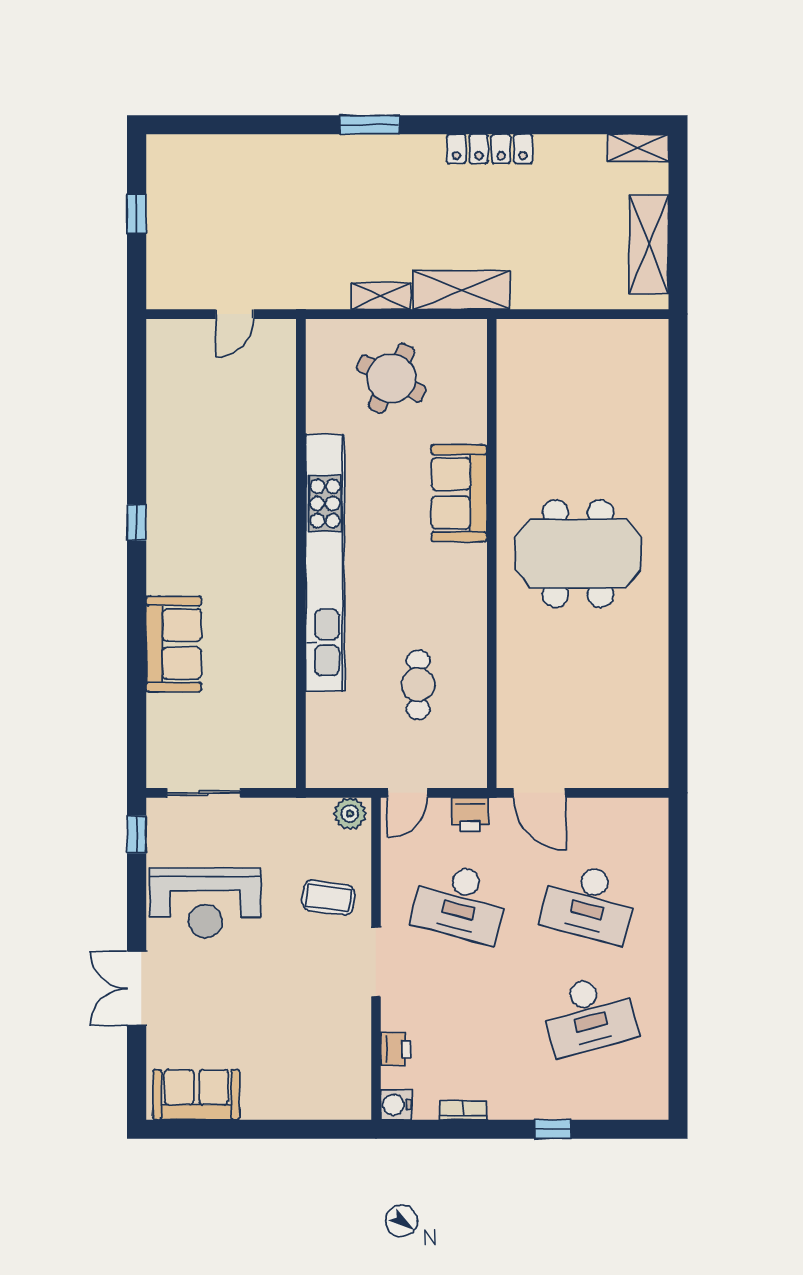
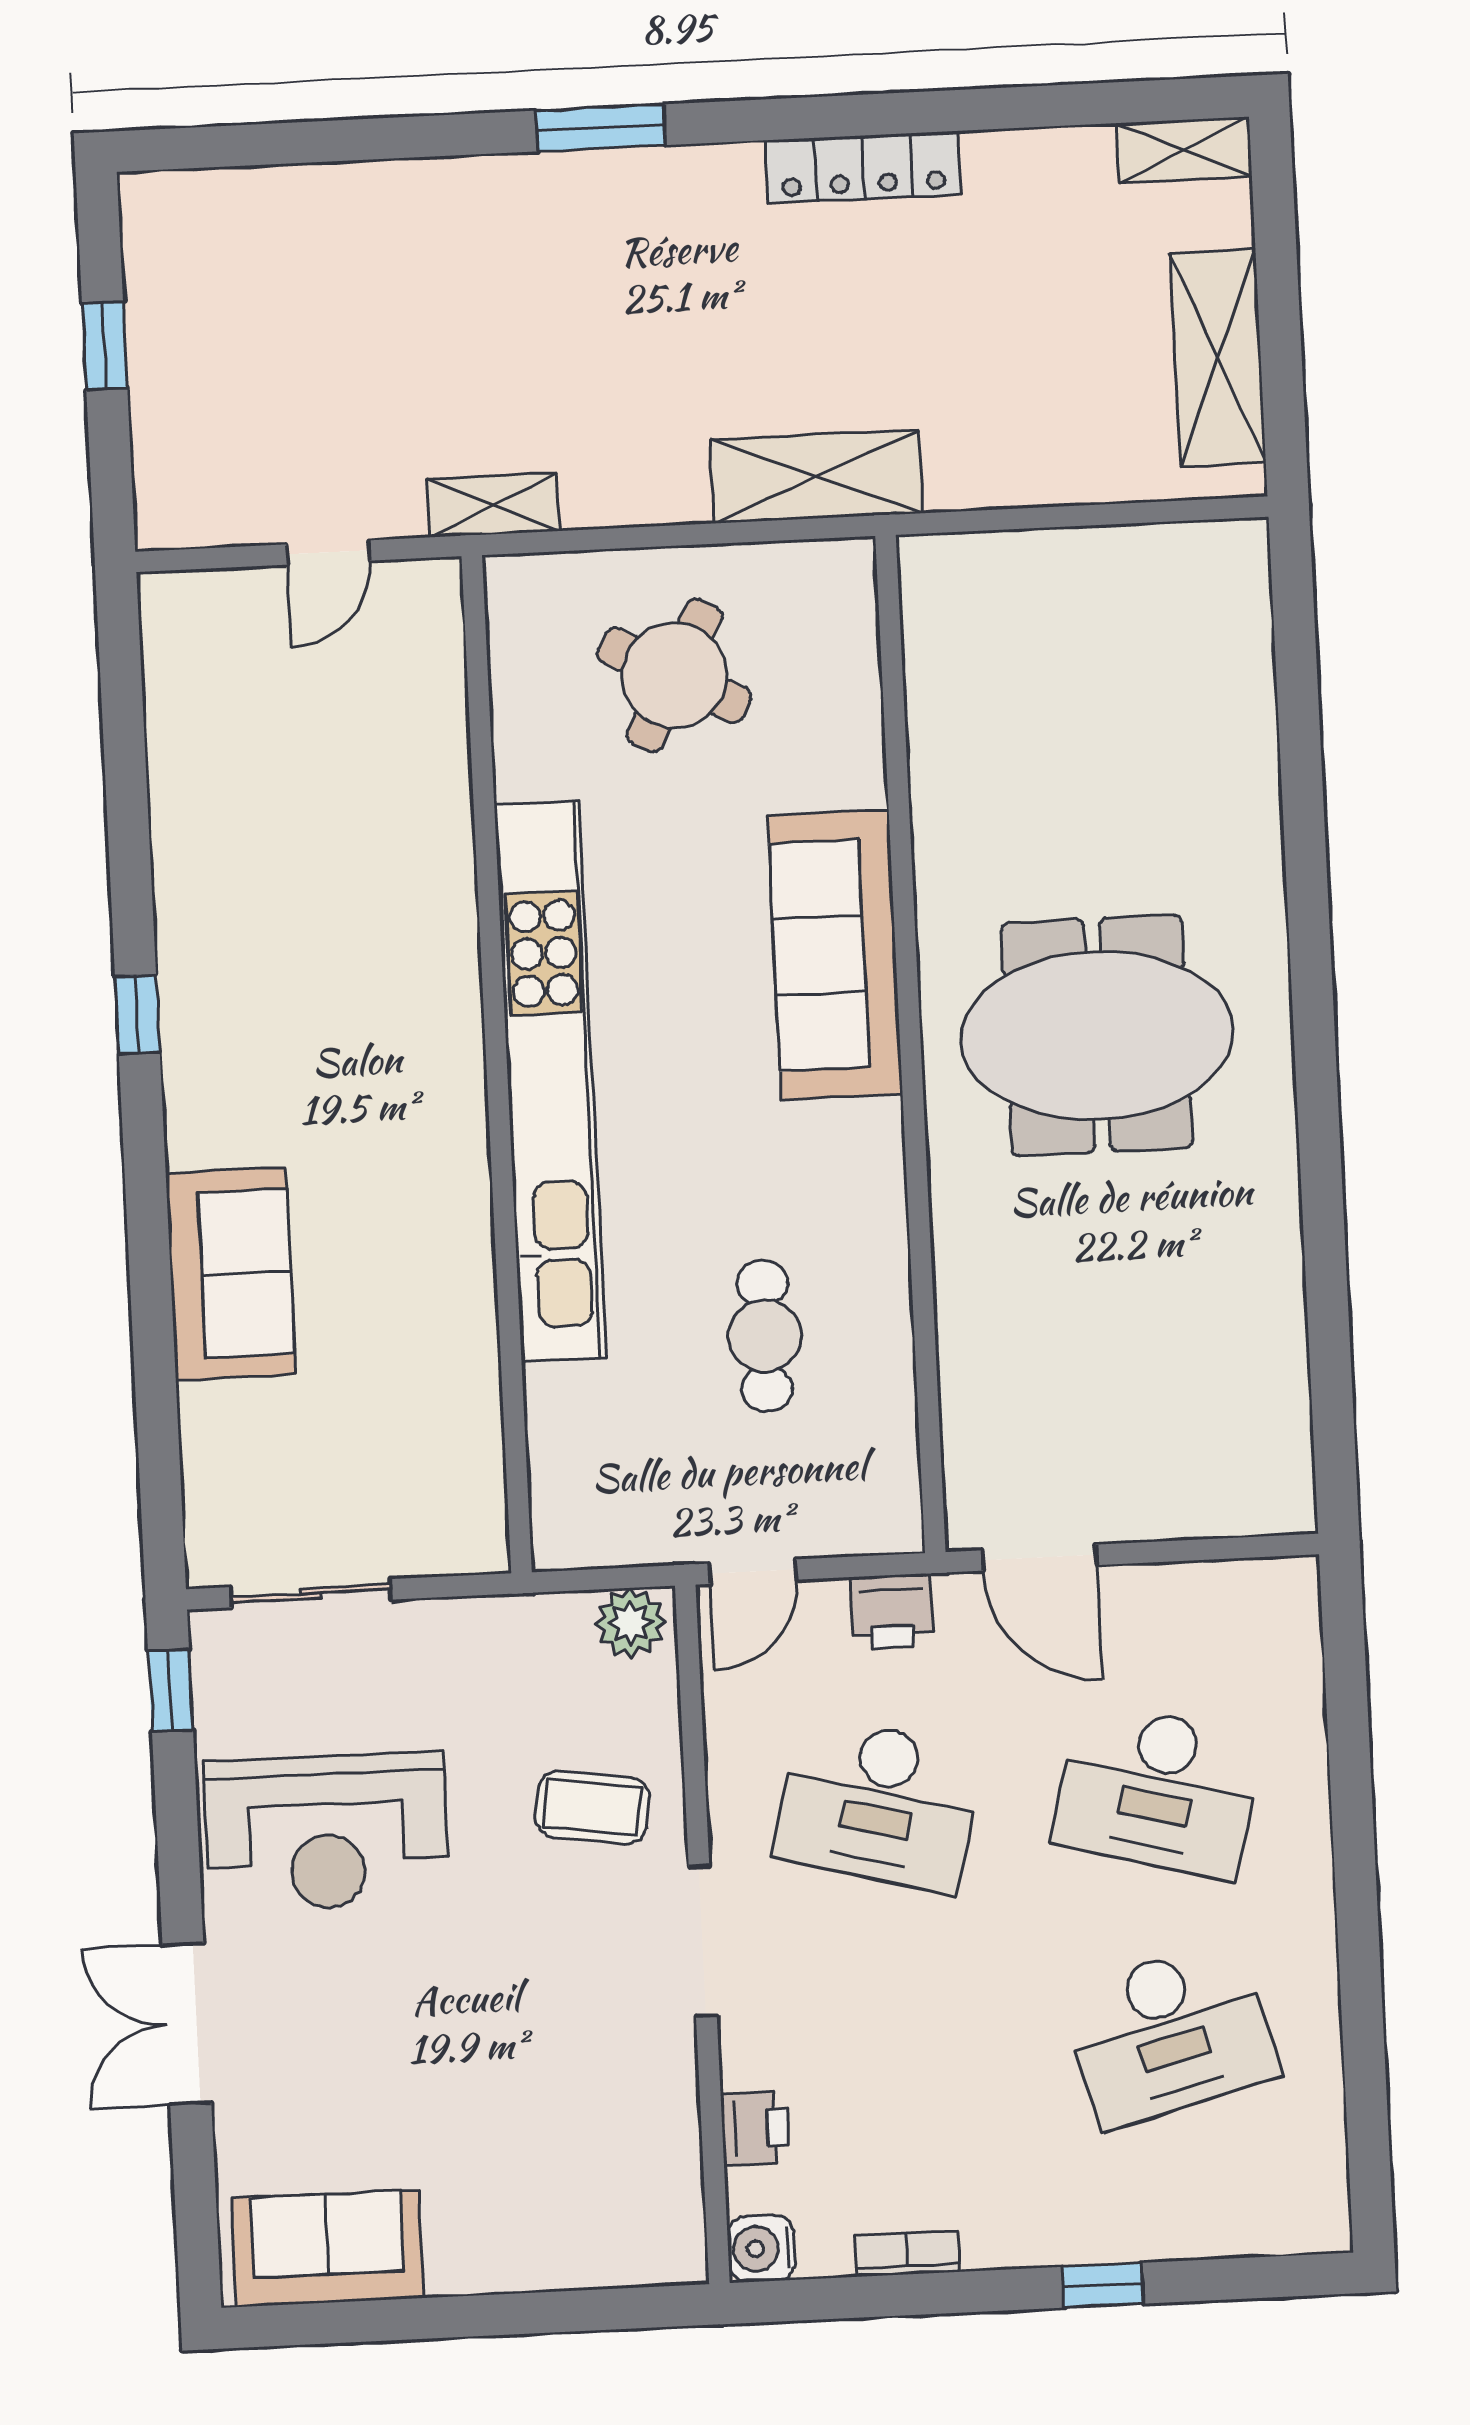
shelving: (381, 296) -> (493, 505), moved
sofa: (459, 493) -> (835, 955), width x1.36

